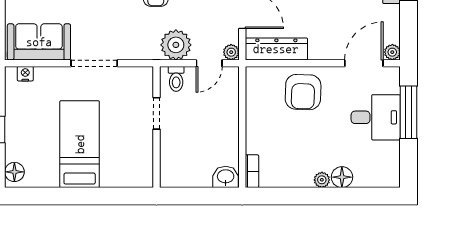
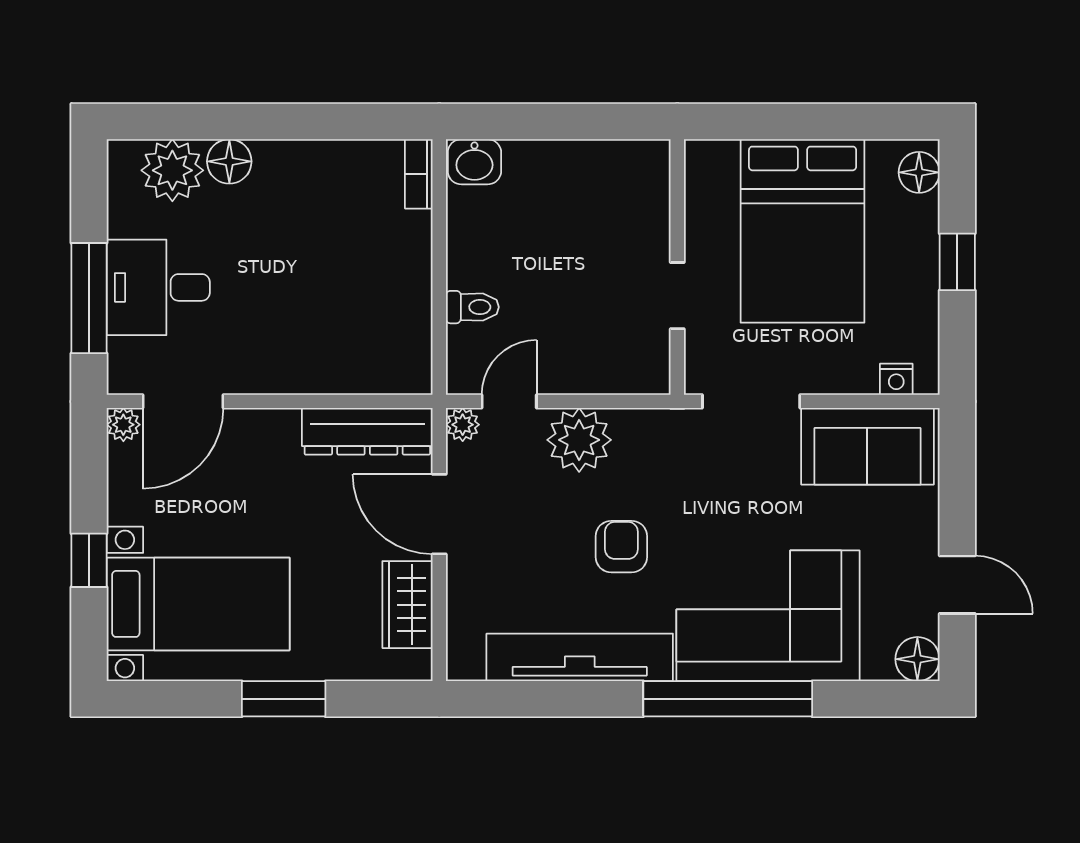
toilet: (176, 79) -> (472, 307), moved, turned 90
armchair: (303, 92) -> (311, 341), removed
doorway: (156, 113) -> (677, 296), moved
wall: (156, 127) -> (677, 267), moved
bed: (80, 144) -> (803, 231), width x1.50
plant: (322, 180) -> (172, 170), moved, width x1.87, depth x1.87

